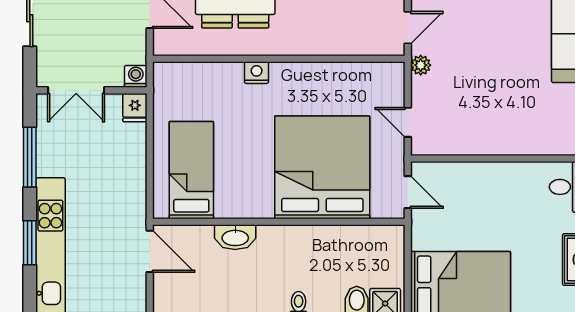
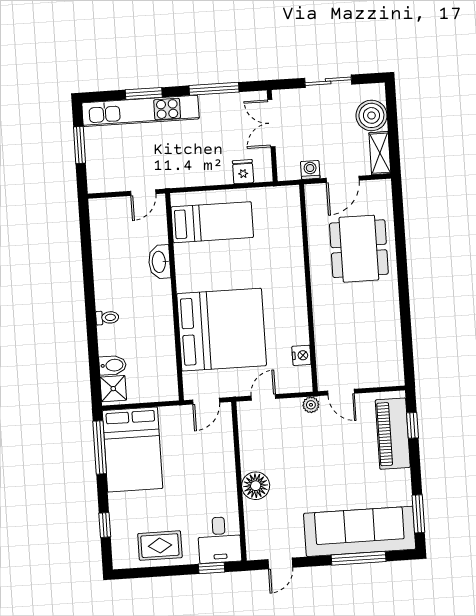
nightstand: (257, 73) -> (301, 355), moved
washing machine: (136, 76) -> (310, 170), moved, turned -90
fridge: (135, 108) -> (243, 172), moved, turned 90
floor lamp: (514, 139) -> (256, 486), added
door: (150, 251) -> (143, 193), width x0.73

